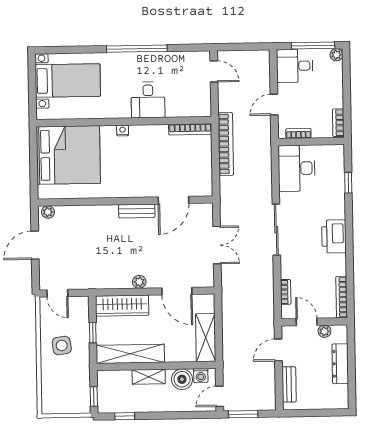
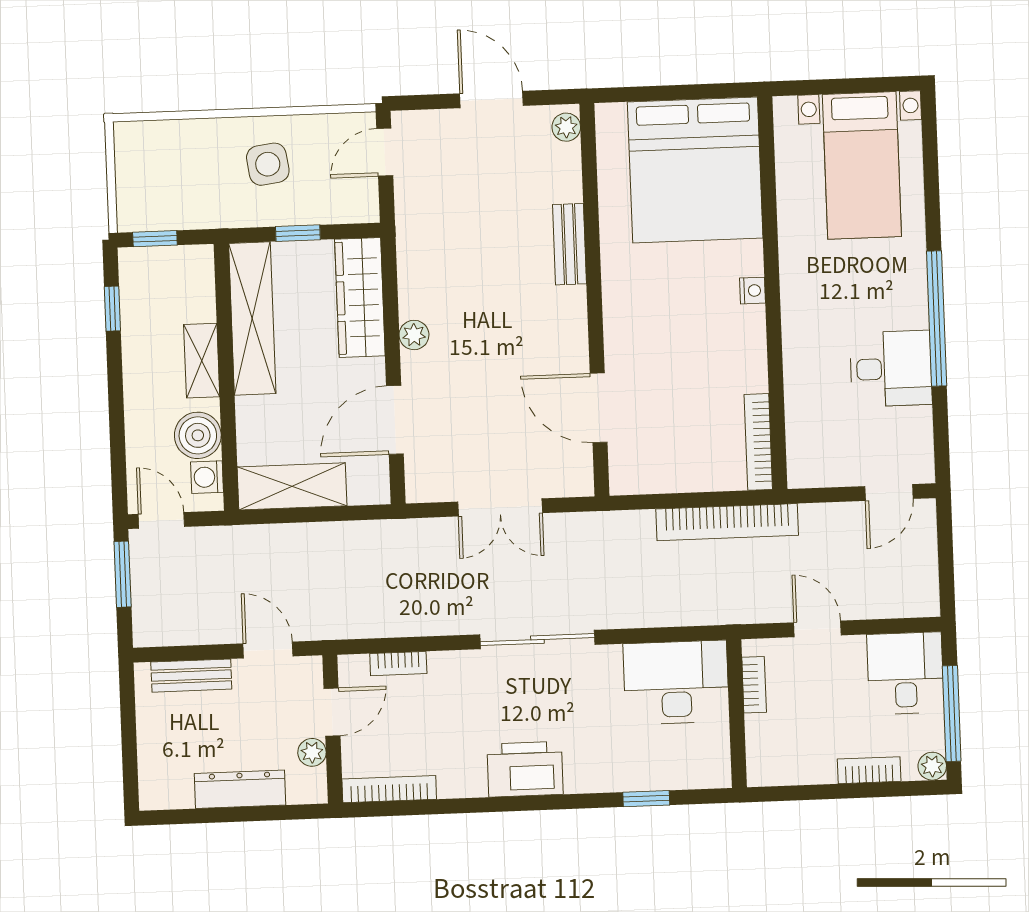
desk: (148, 100) -> (891, 369), moved, turned 180
bookcase: (338, 123) -> (869, 770), moved
bench: (137, 211) -> (569, 244), moved

